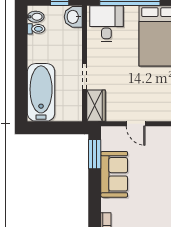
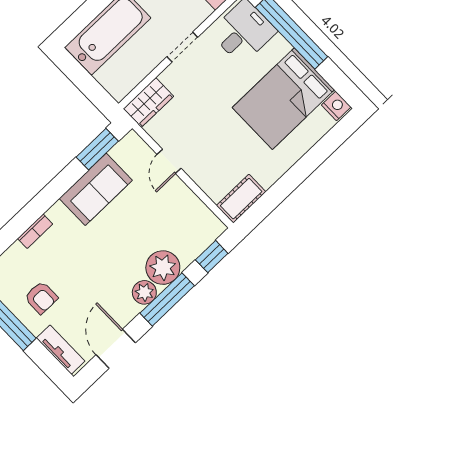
doorway: (85, 77) -> (182, 47), moved

